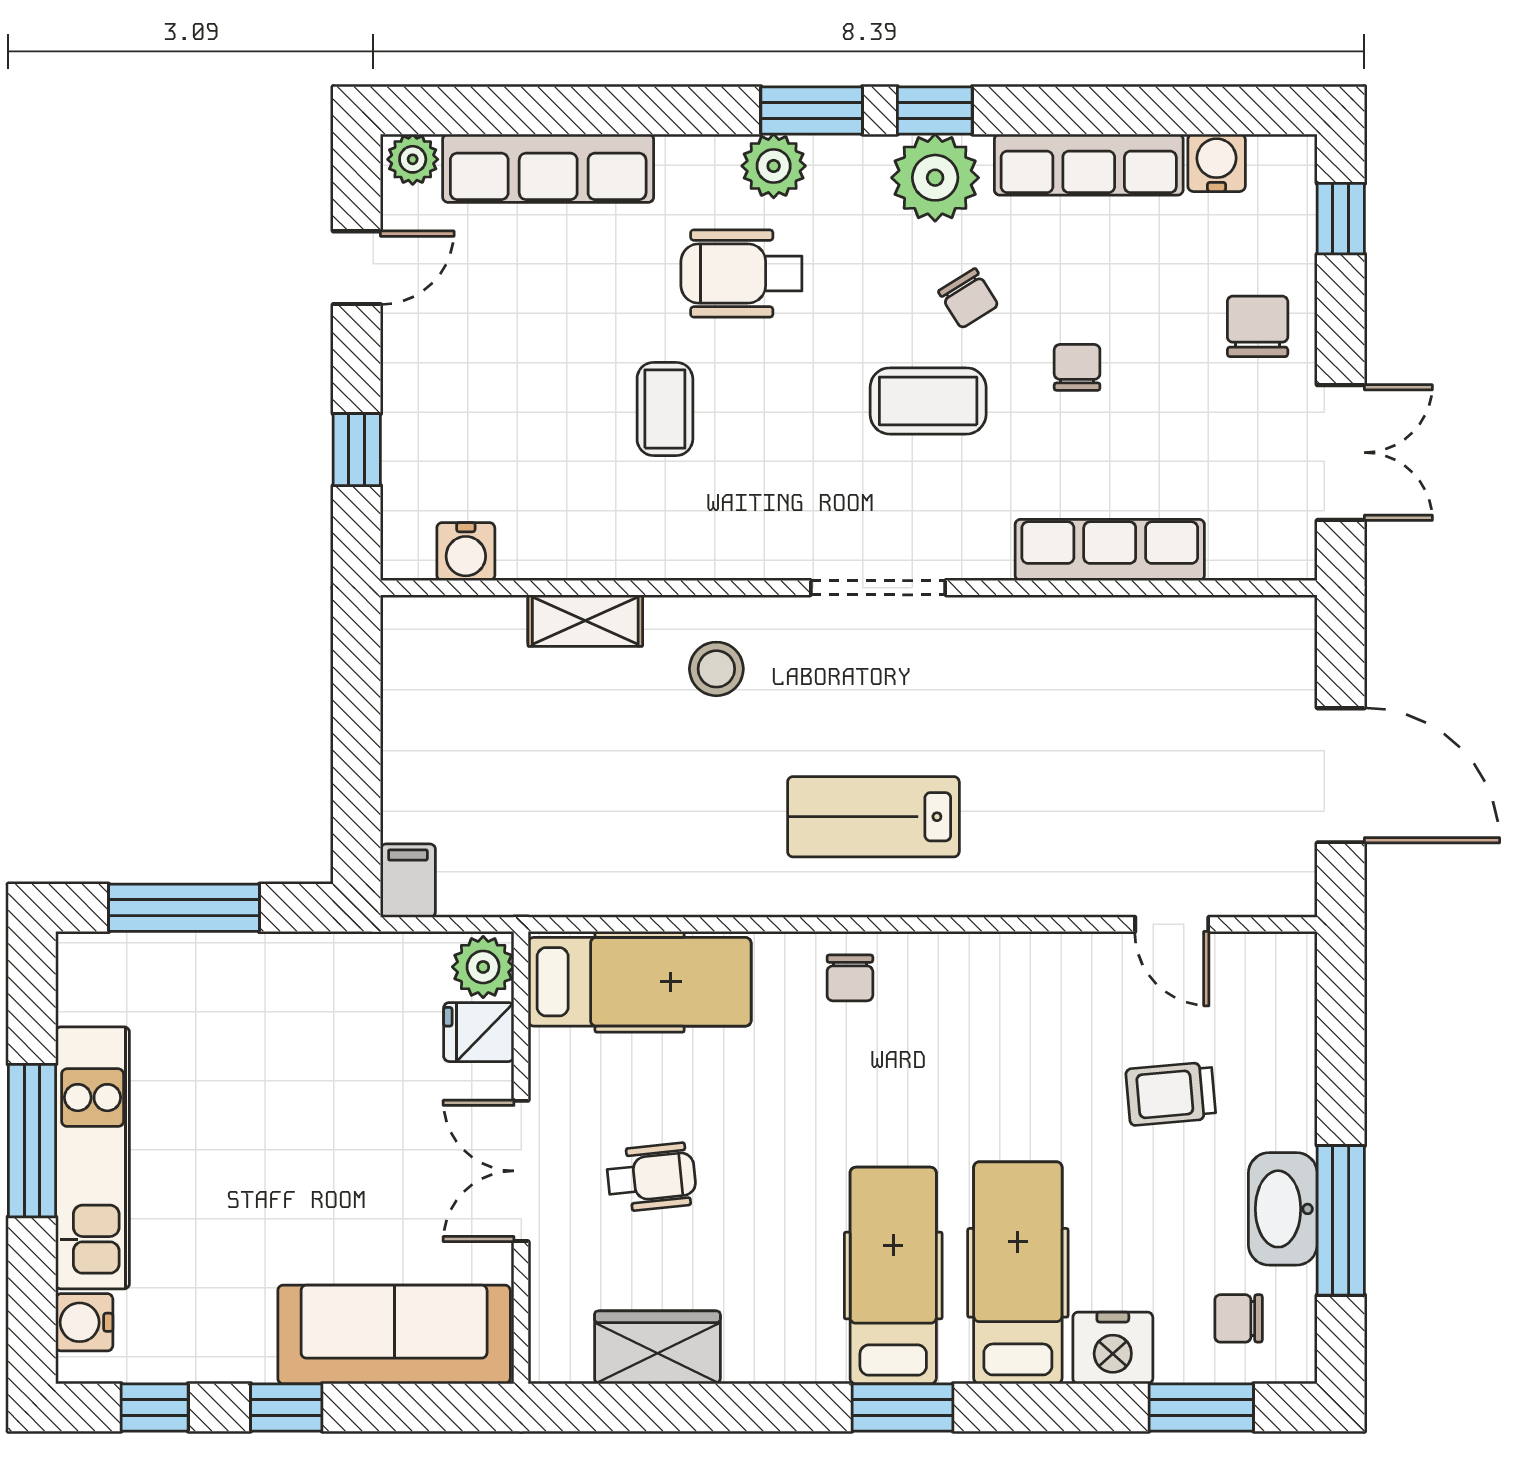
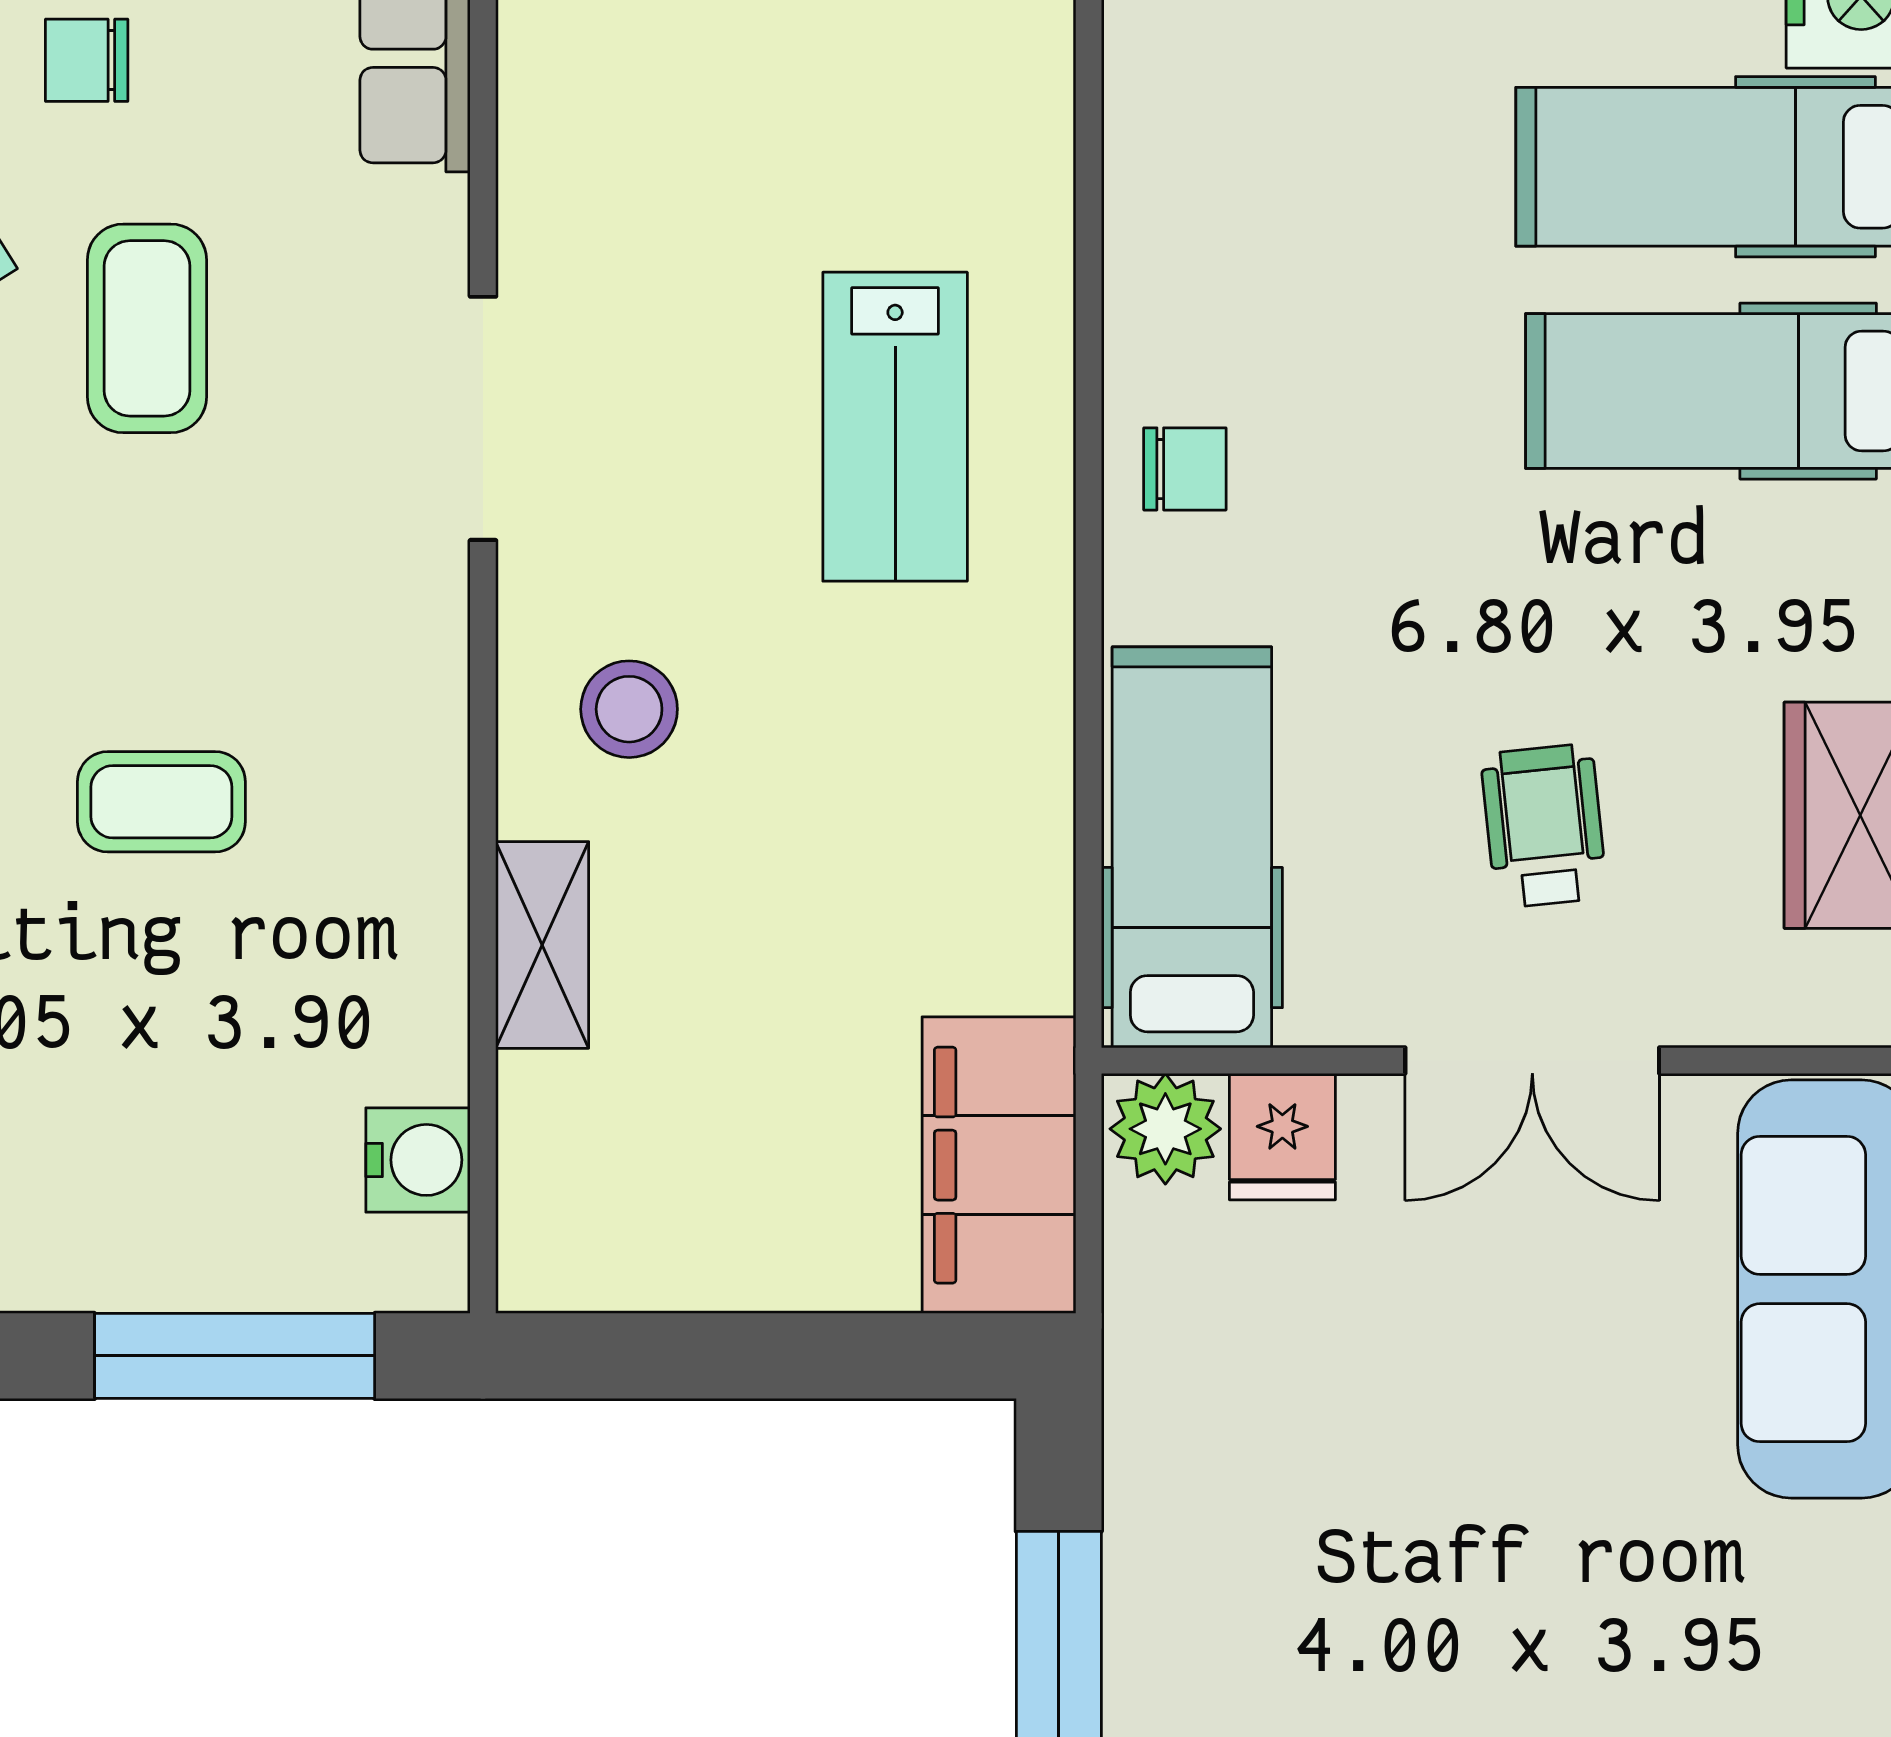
window: (357, 450) -> (235, 1356), width x2.17
filing cabinet: (408, 881) -> (999, 1165), width x3.00, depth x1.17

